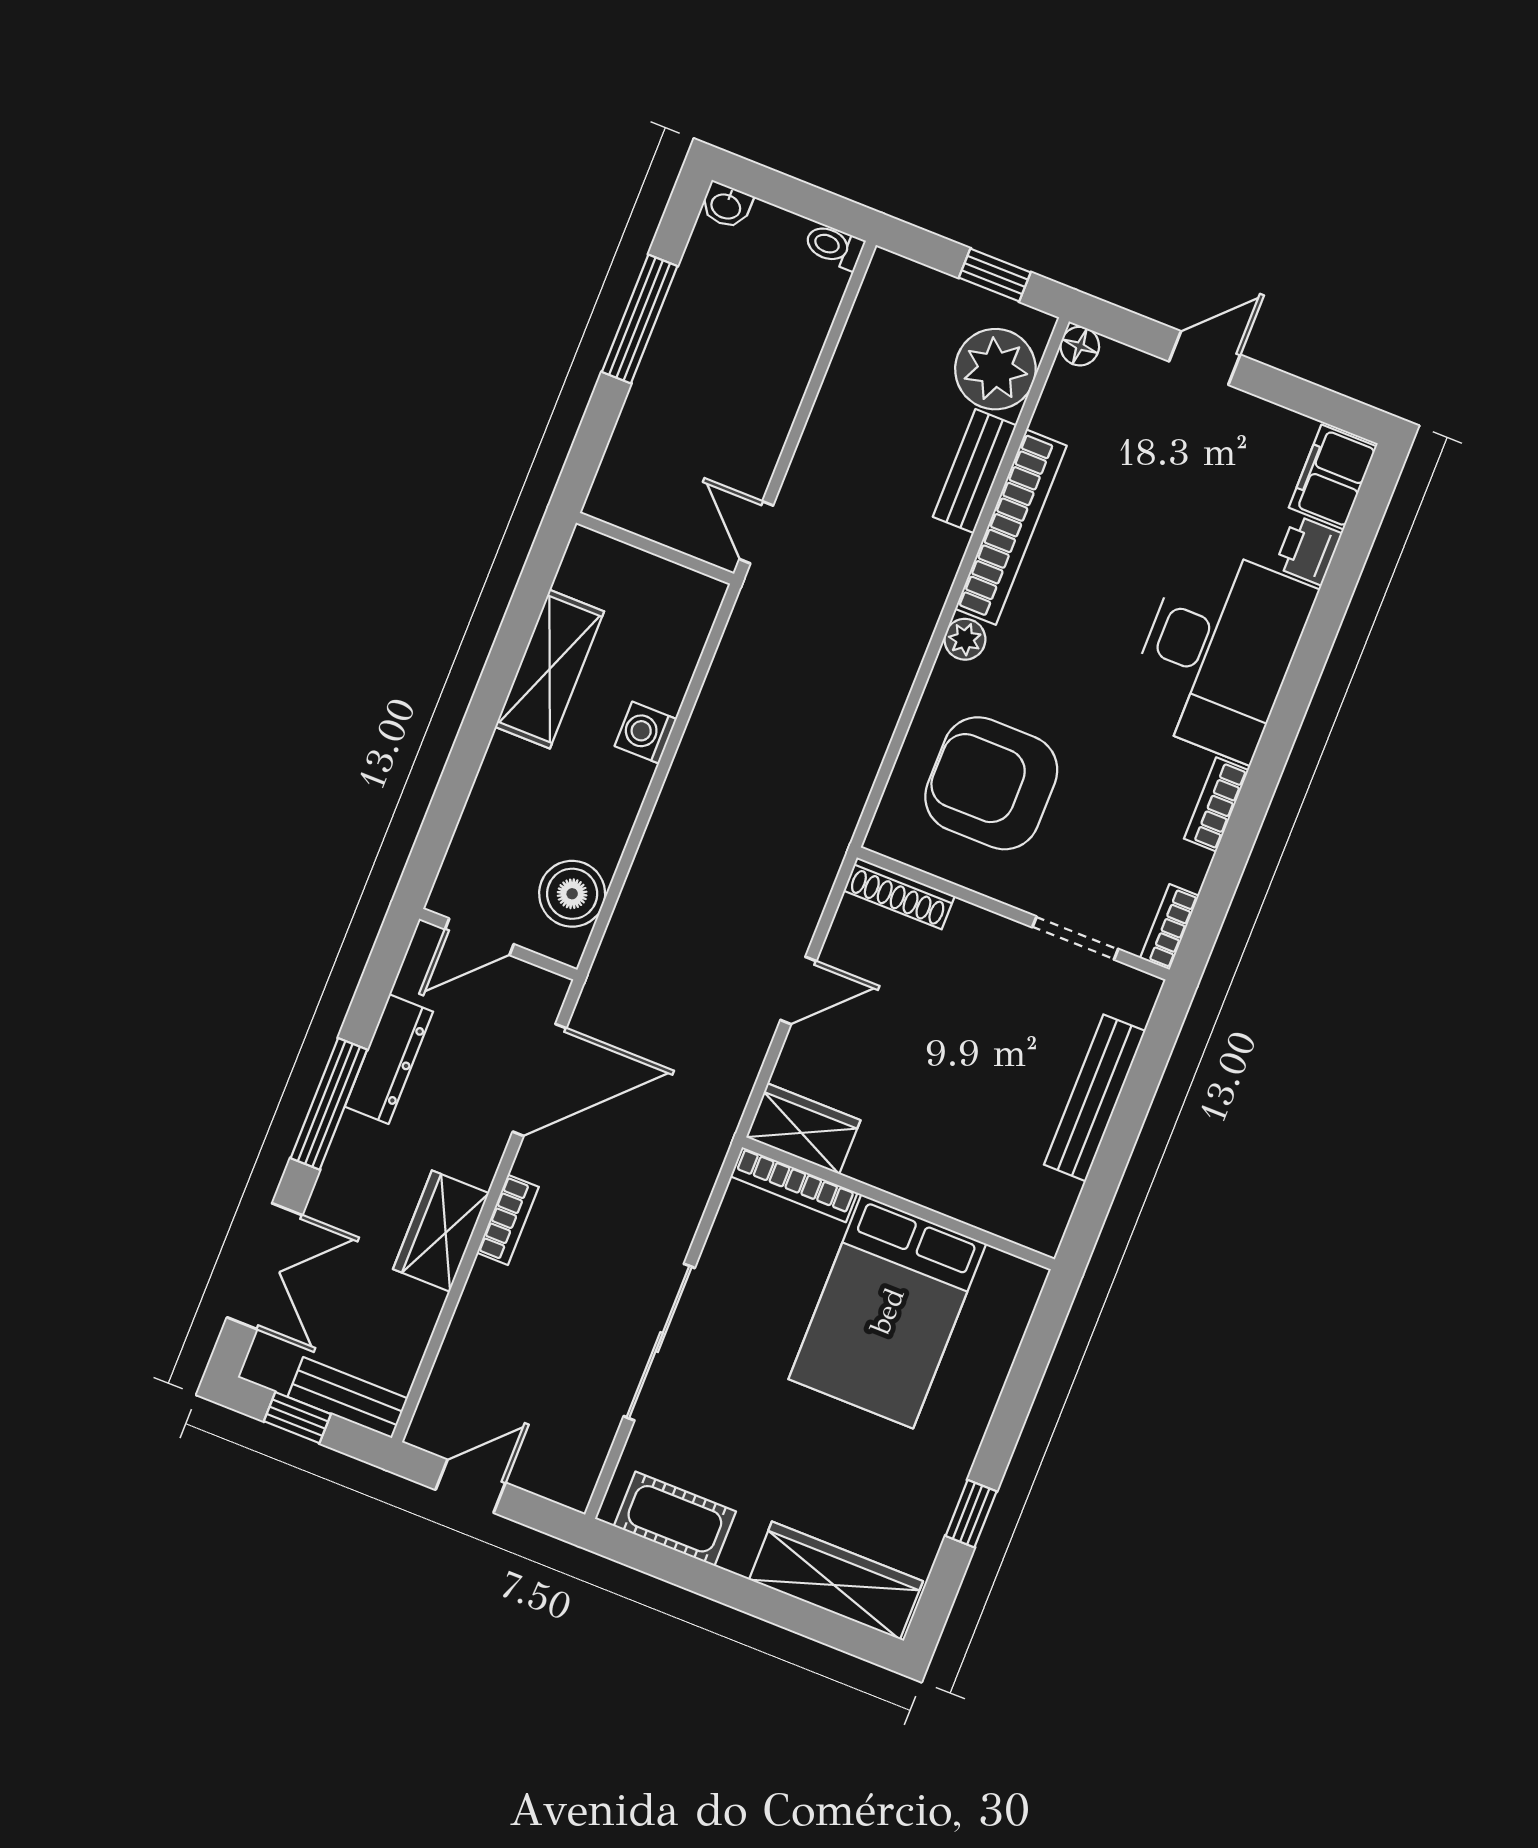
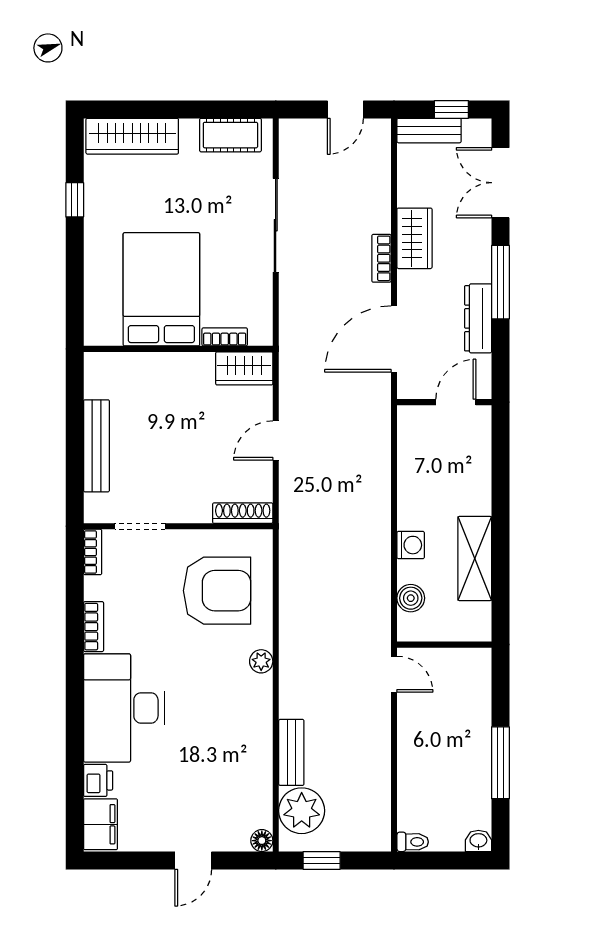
bookcase: (1011, 527) -> (260, 730), removed
boiler: (572, 894) -> (411, 598), moved, width x0.73, depth x0.73
bookcase: (794, 1185) -> (225, 337), width x0.64

